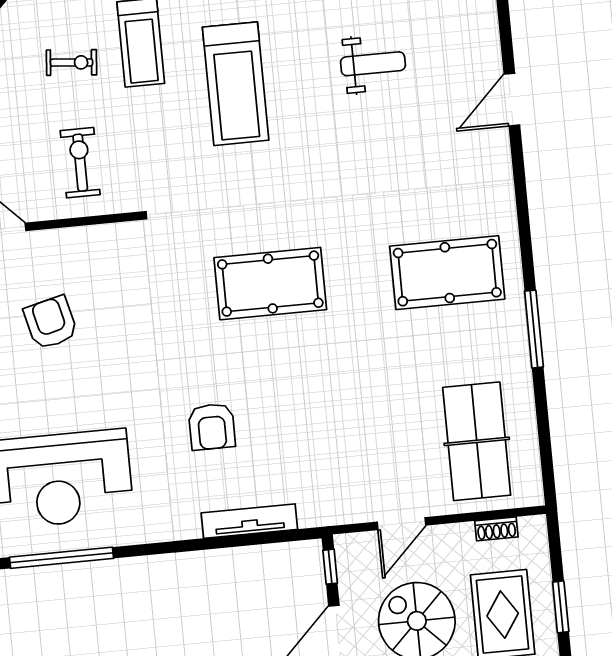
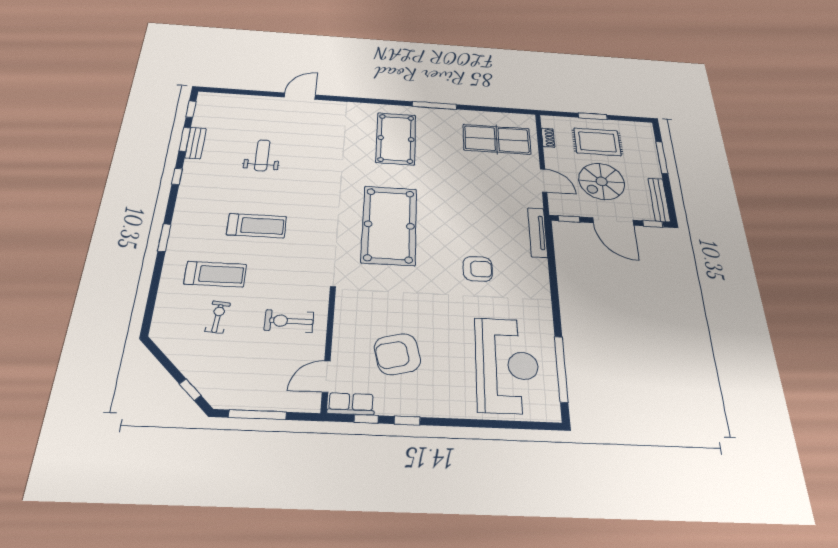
treadmill: (236, 84) -> (257, 226), width x0.73, depth x0.73
door: (512, 100) -> (300, 96), swing flipped
pool table: (270, 284) -> (389, 225), width x1.36, depth x1.32
armchair: (51, 323) -> (397, 354), width x1.36, depth x1.36
tv unit: (249, 521) -> (538, 232), moved

